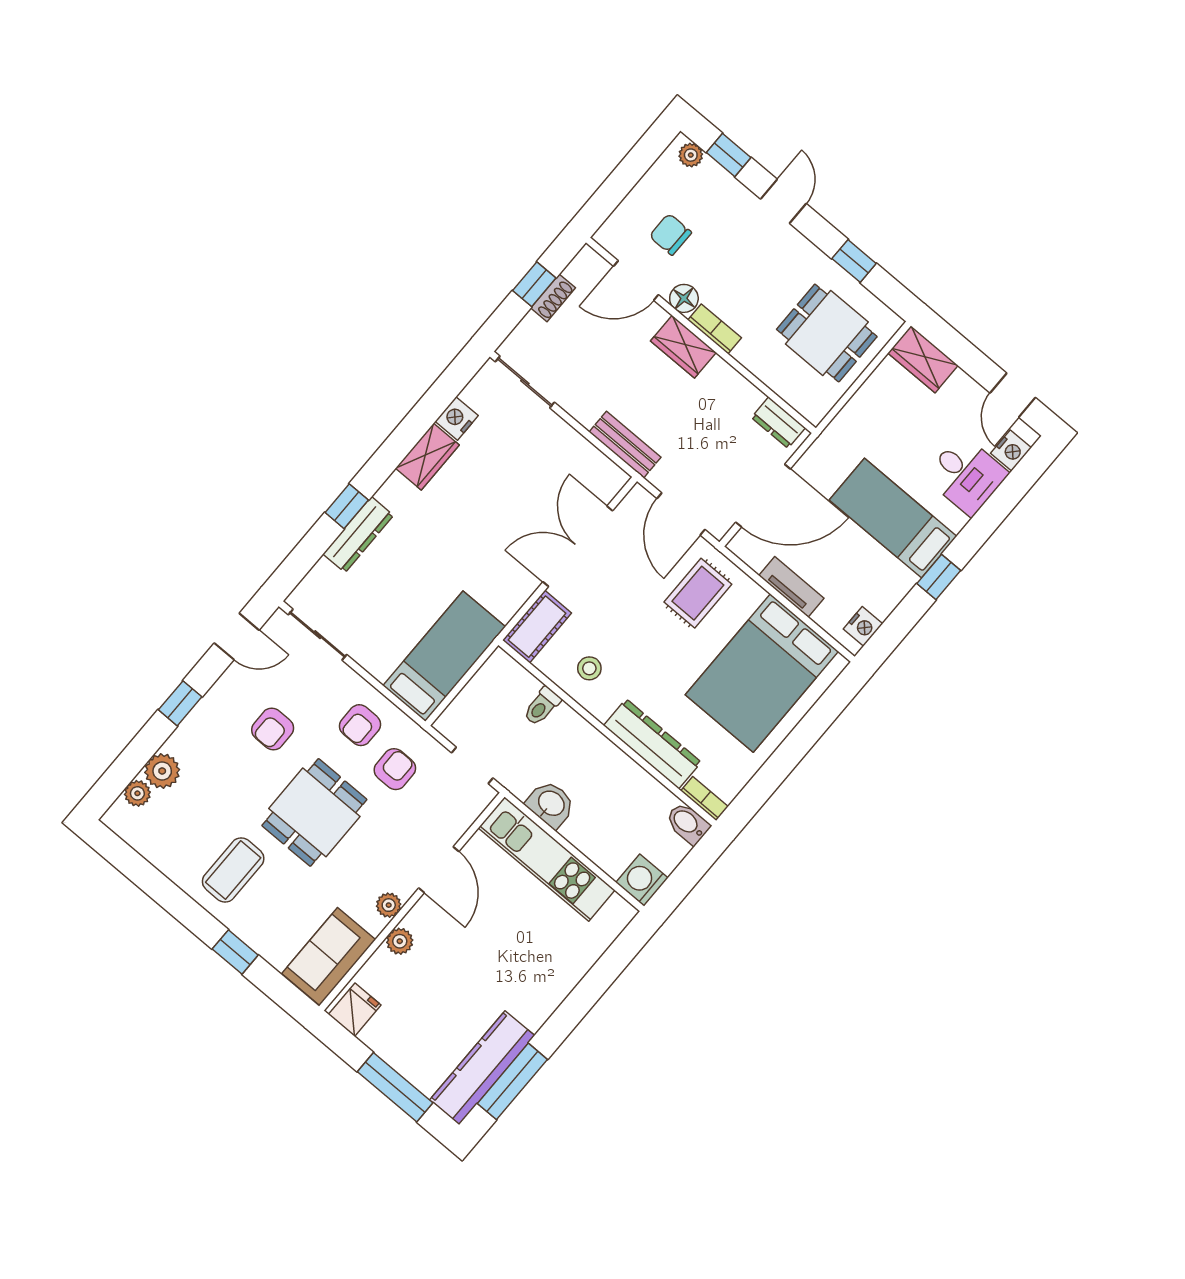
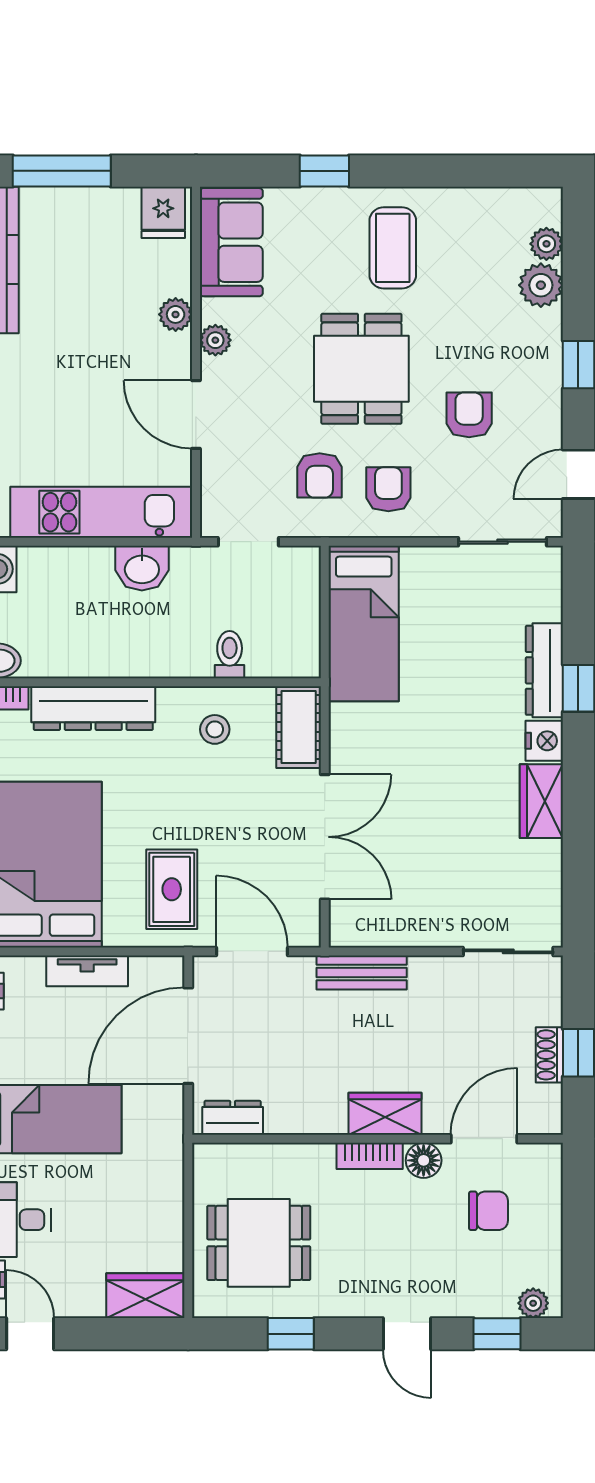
nightstand: (457, 418) -> (544, 741), moved

